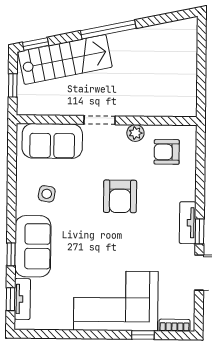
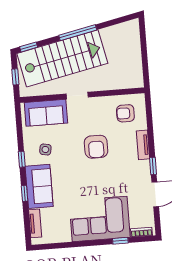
stairs: (65, 59) -> (62, 58), width x1.36, depth x1.51
plant: (135, 133) -> (103, 102), removed
tv unit: (188, 223) -> (143, 145), moved
window: (10, 299) -> (22, 159), moved

